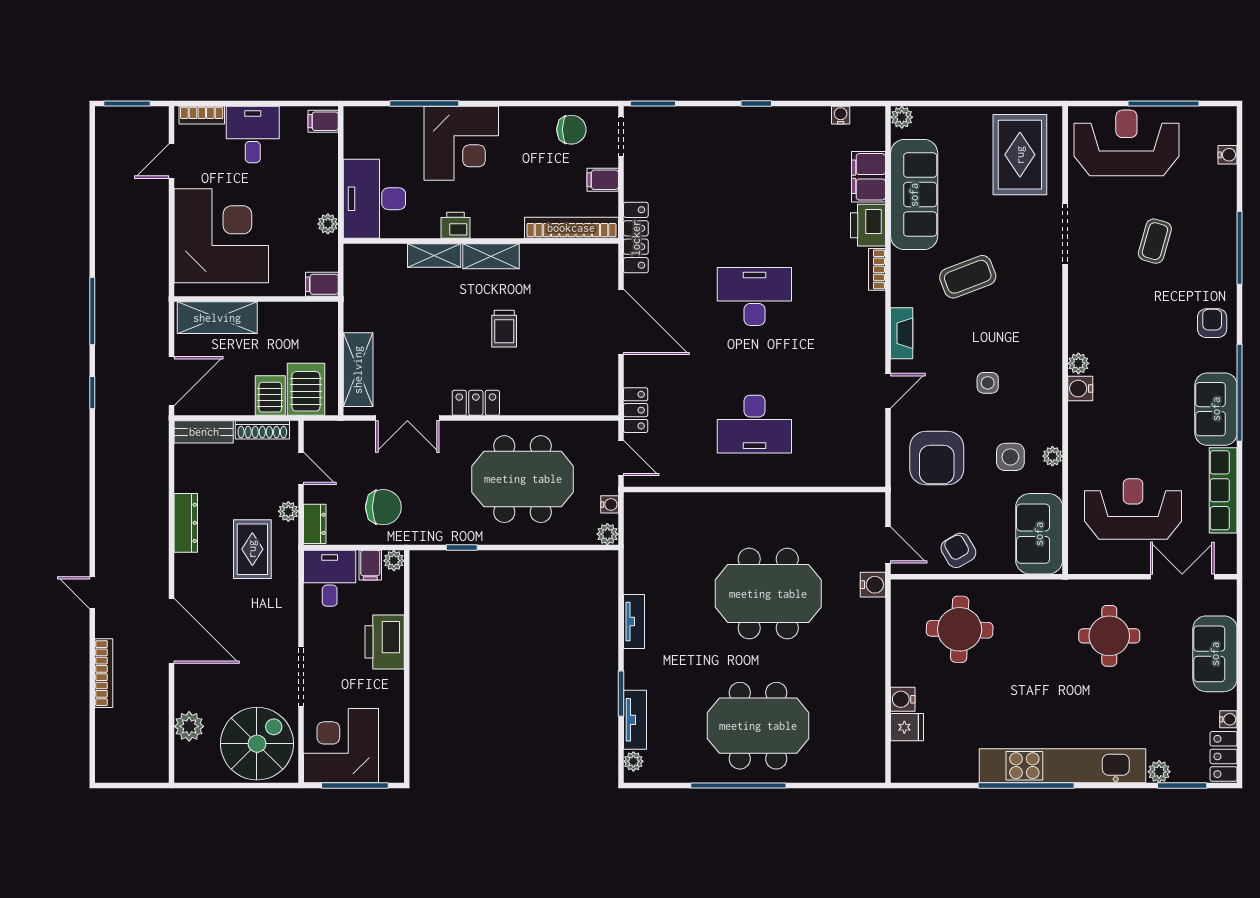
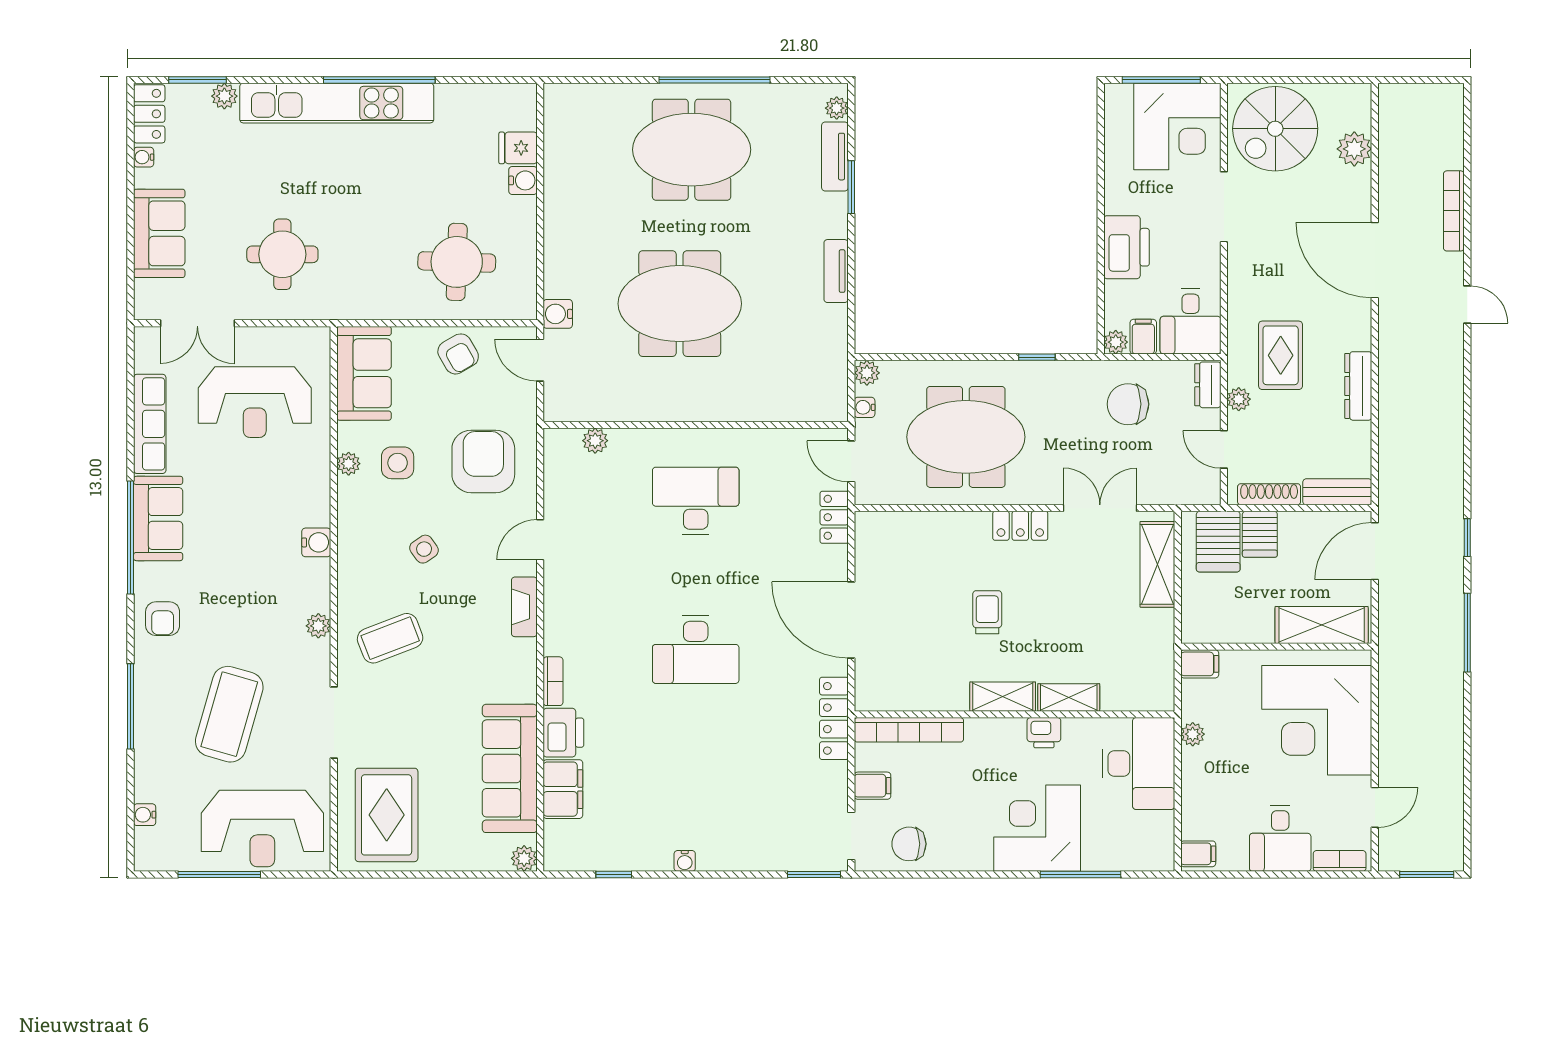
window: (756, 103) -> (614, 875), moved
water cooler: (841, 115) -> (685, 861), moved
coffee table: (1155, 241) -> (229, 714), width x1.86, depth x1.72
coffee table: (968, 277) -> (390, 638), moved
plant: (1078, 363) -> (318, 626), moved
side table: (988, 383) -> (424, 549), turned -35
plant: (841, 476) -> (595, 441), added

